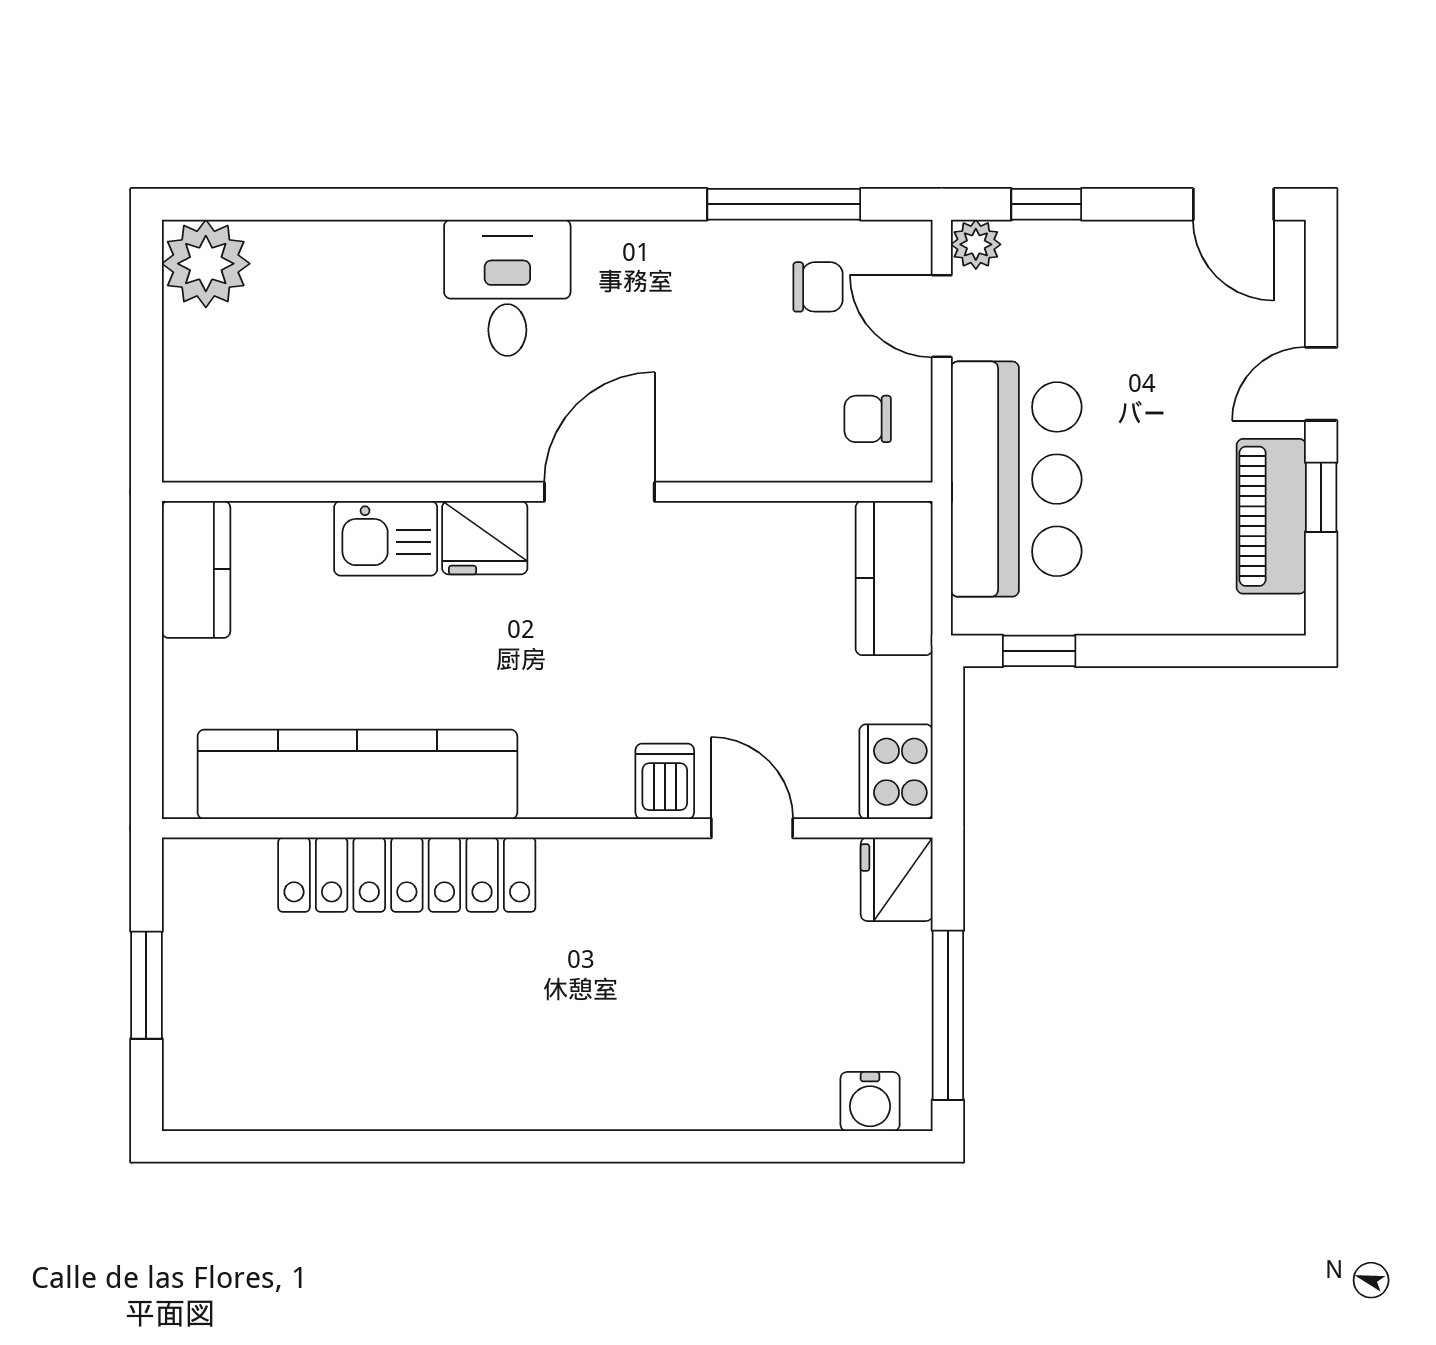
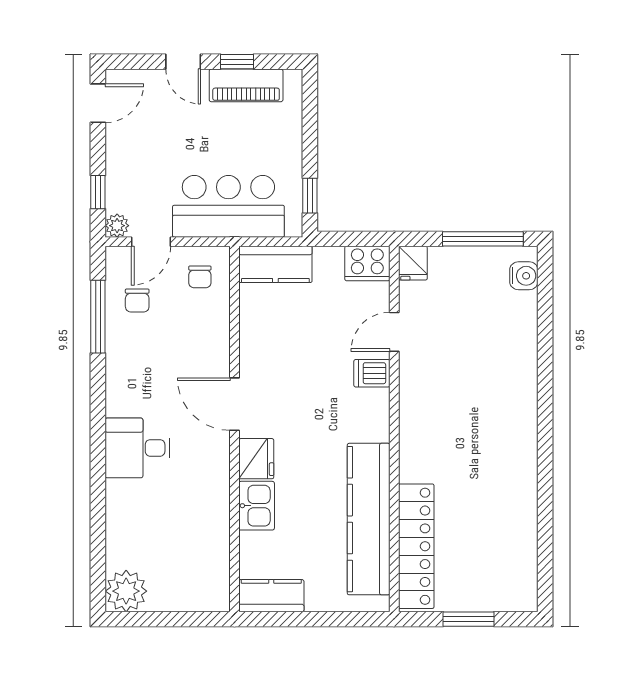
chair: (818, 287) -> (137, 300), turned 180
locker: (407, 875) -> (416, 546), moved
fridge: (897, 879) -> (413, 263), width x0.72

